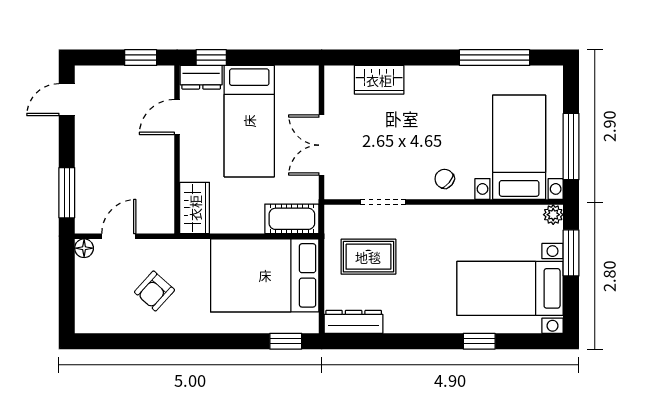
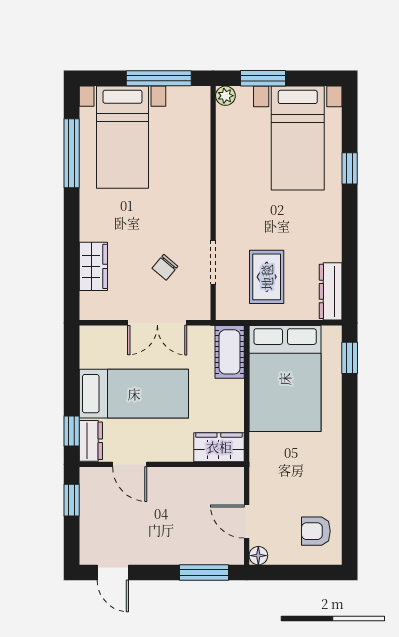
bed with nightstands: (519, 147) -> (122, 137), moved, turned -90
chair: (445, 179) -> (165, 267), moved
armchair: (154, 291) -> (316, 531), moved, turned 138

